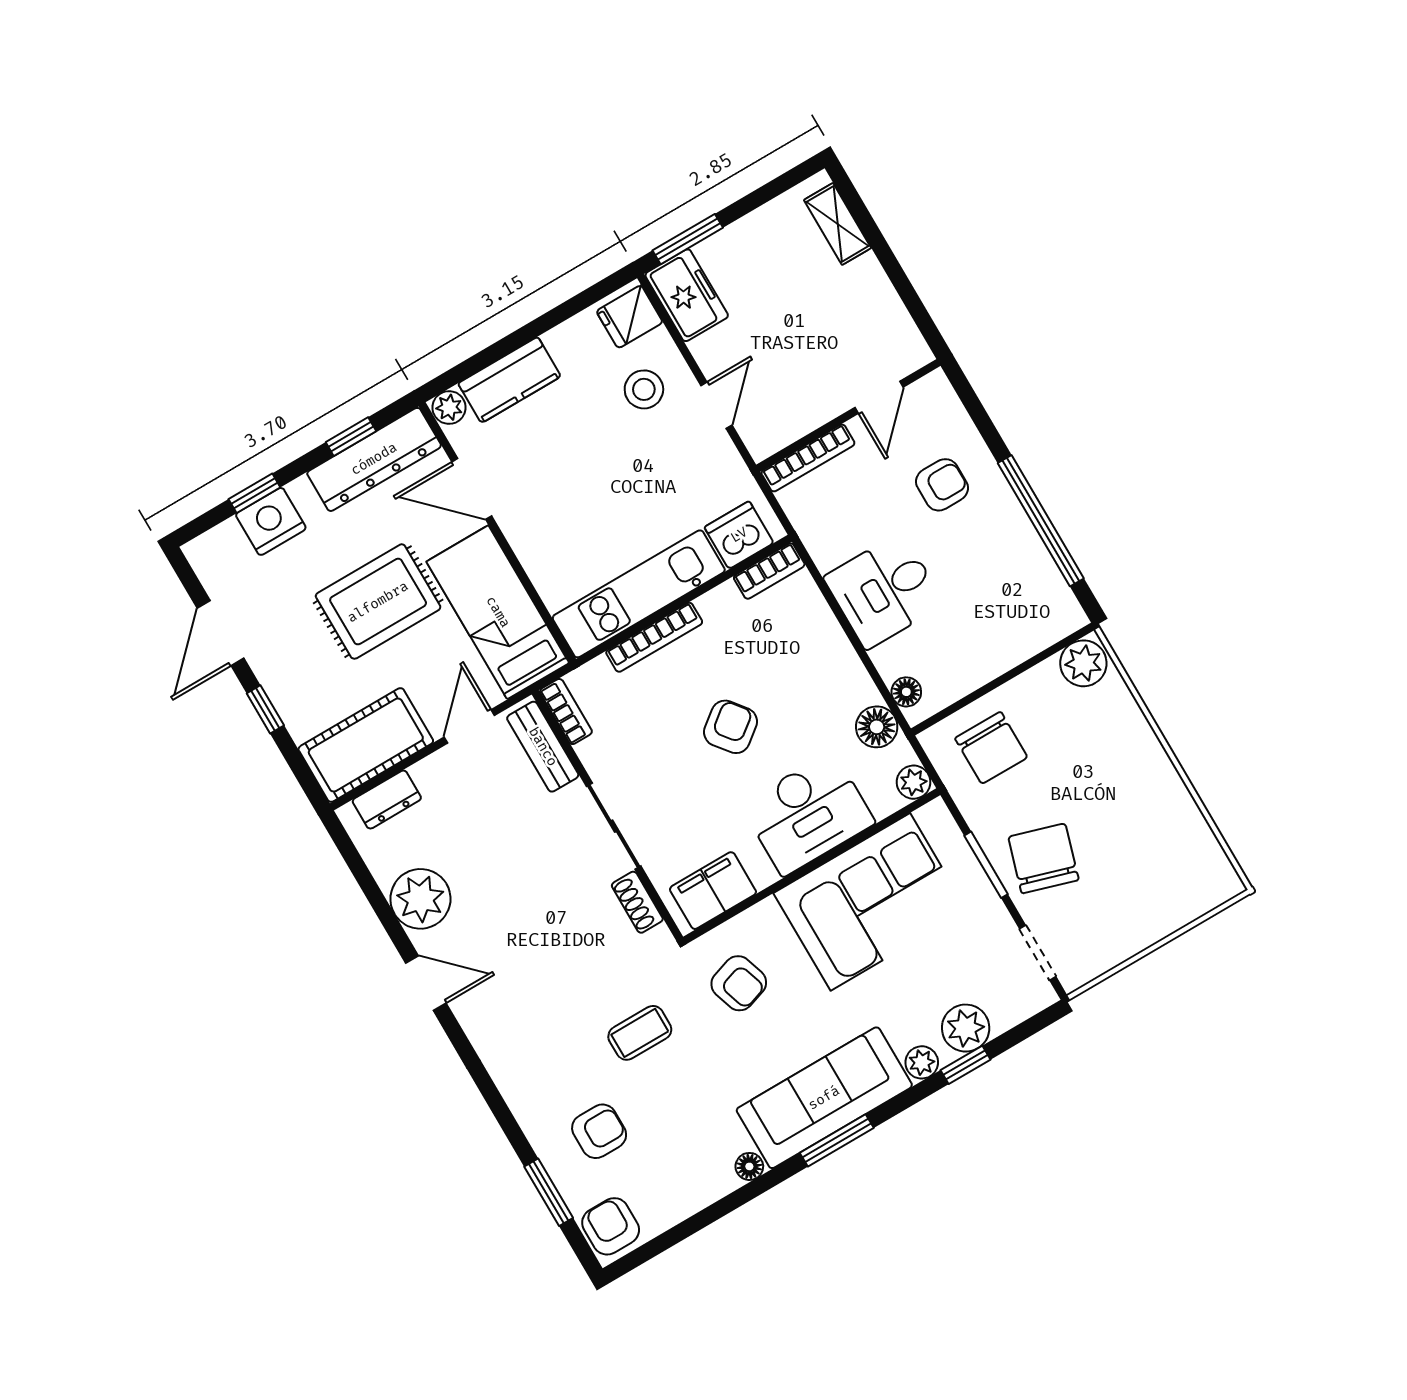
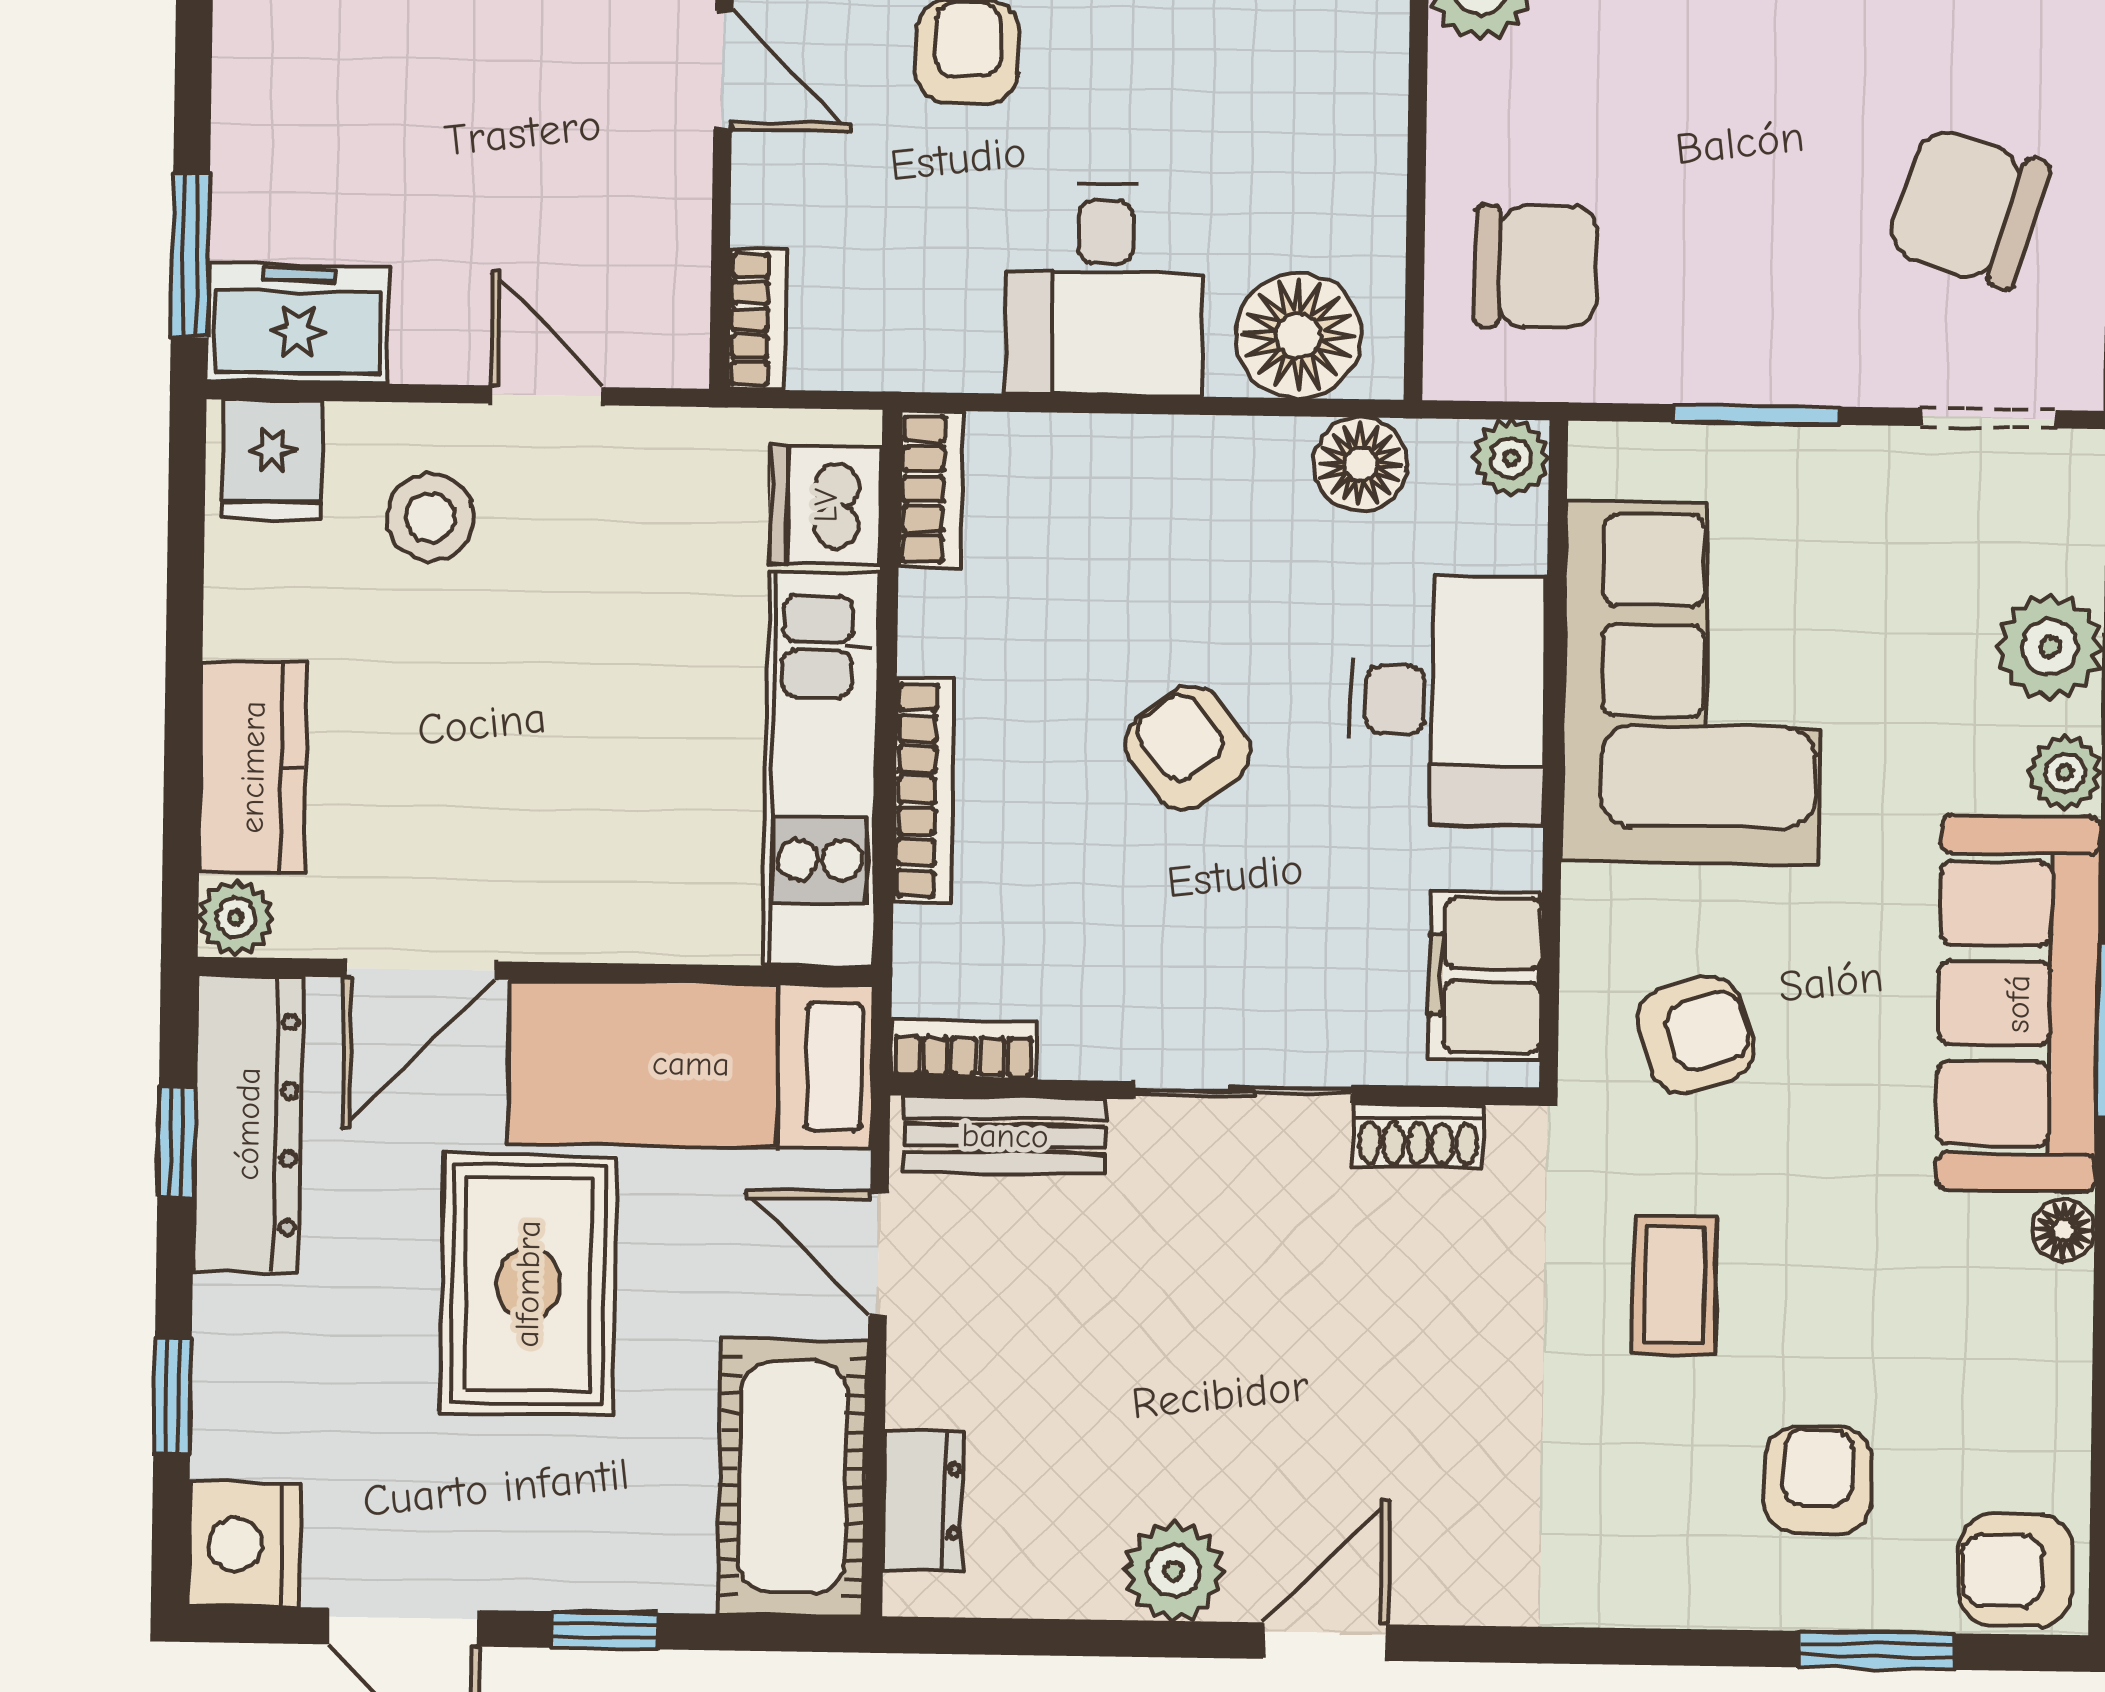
bookcase: (808, 458) -> (757, 320), width x0.64
nightstand: (271, 521) -> (244, 1544), moved
floor lamp: (906, 692) -> (1298, 335), width x1.89, depth x1.89
chair: (1043, 858) -> (1968, 208), moved
plant: (420, 899) -> (1174, 1571), width x0.73, depth x0.73

